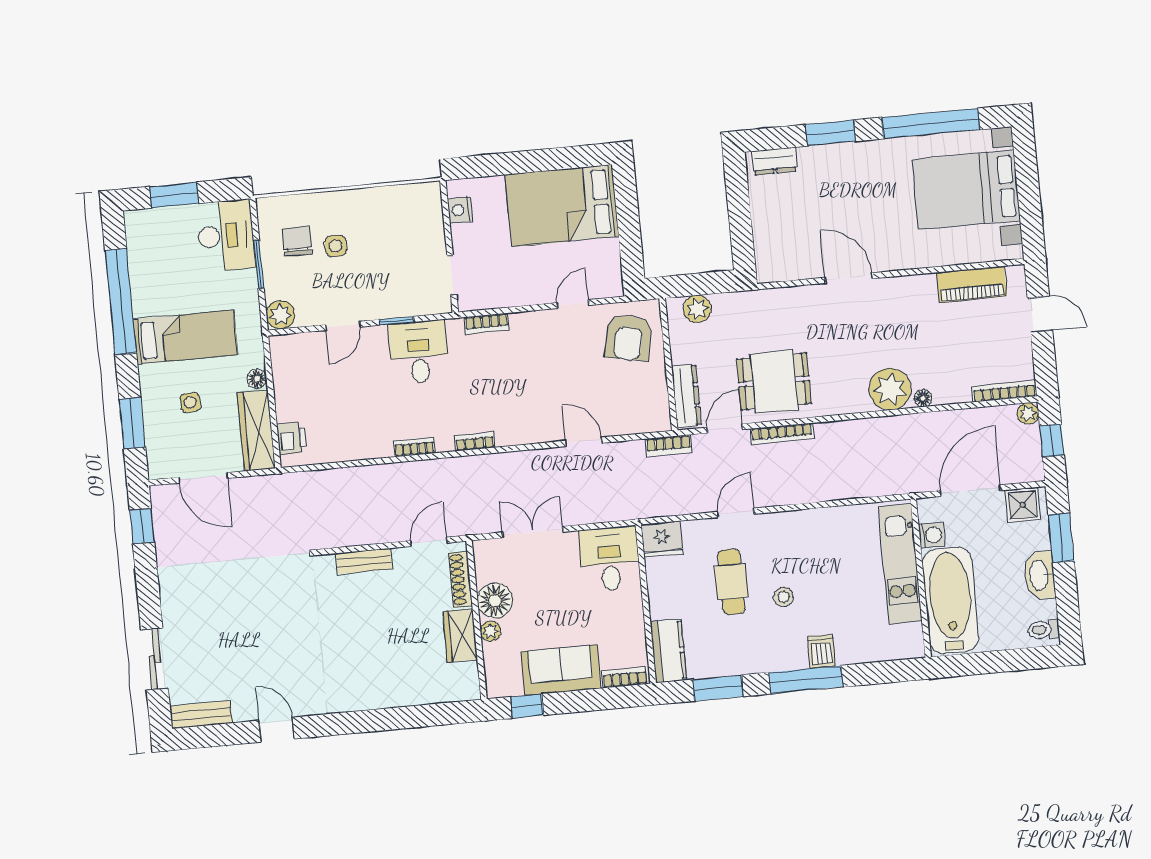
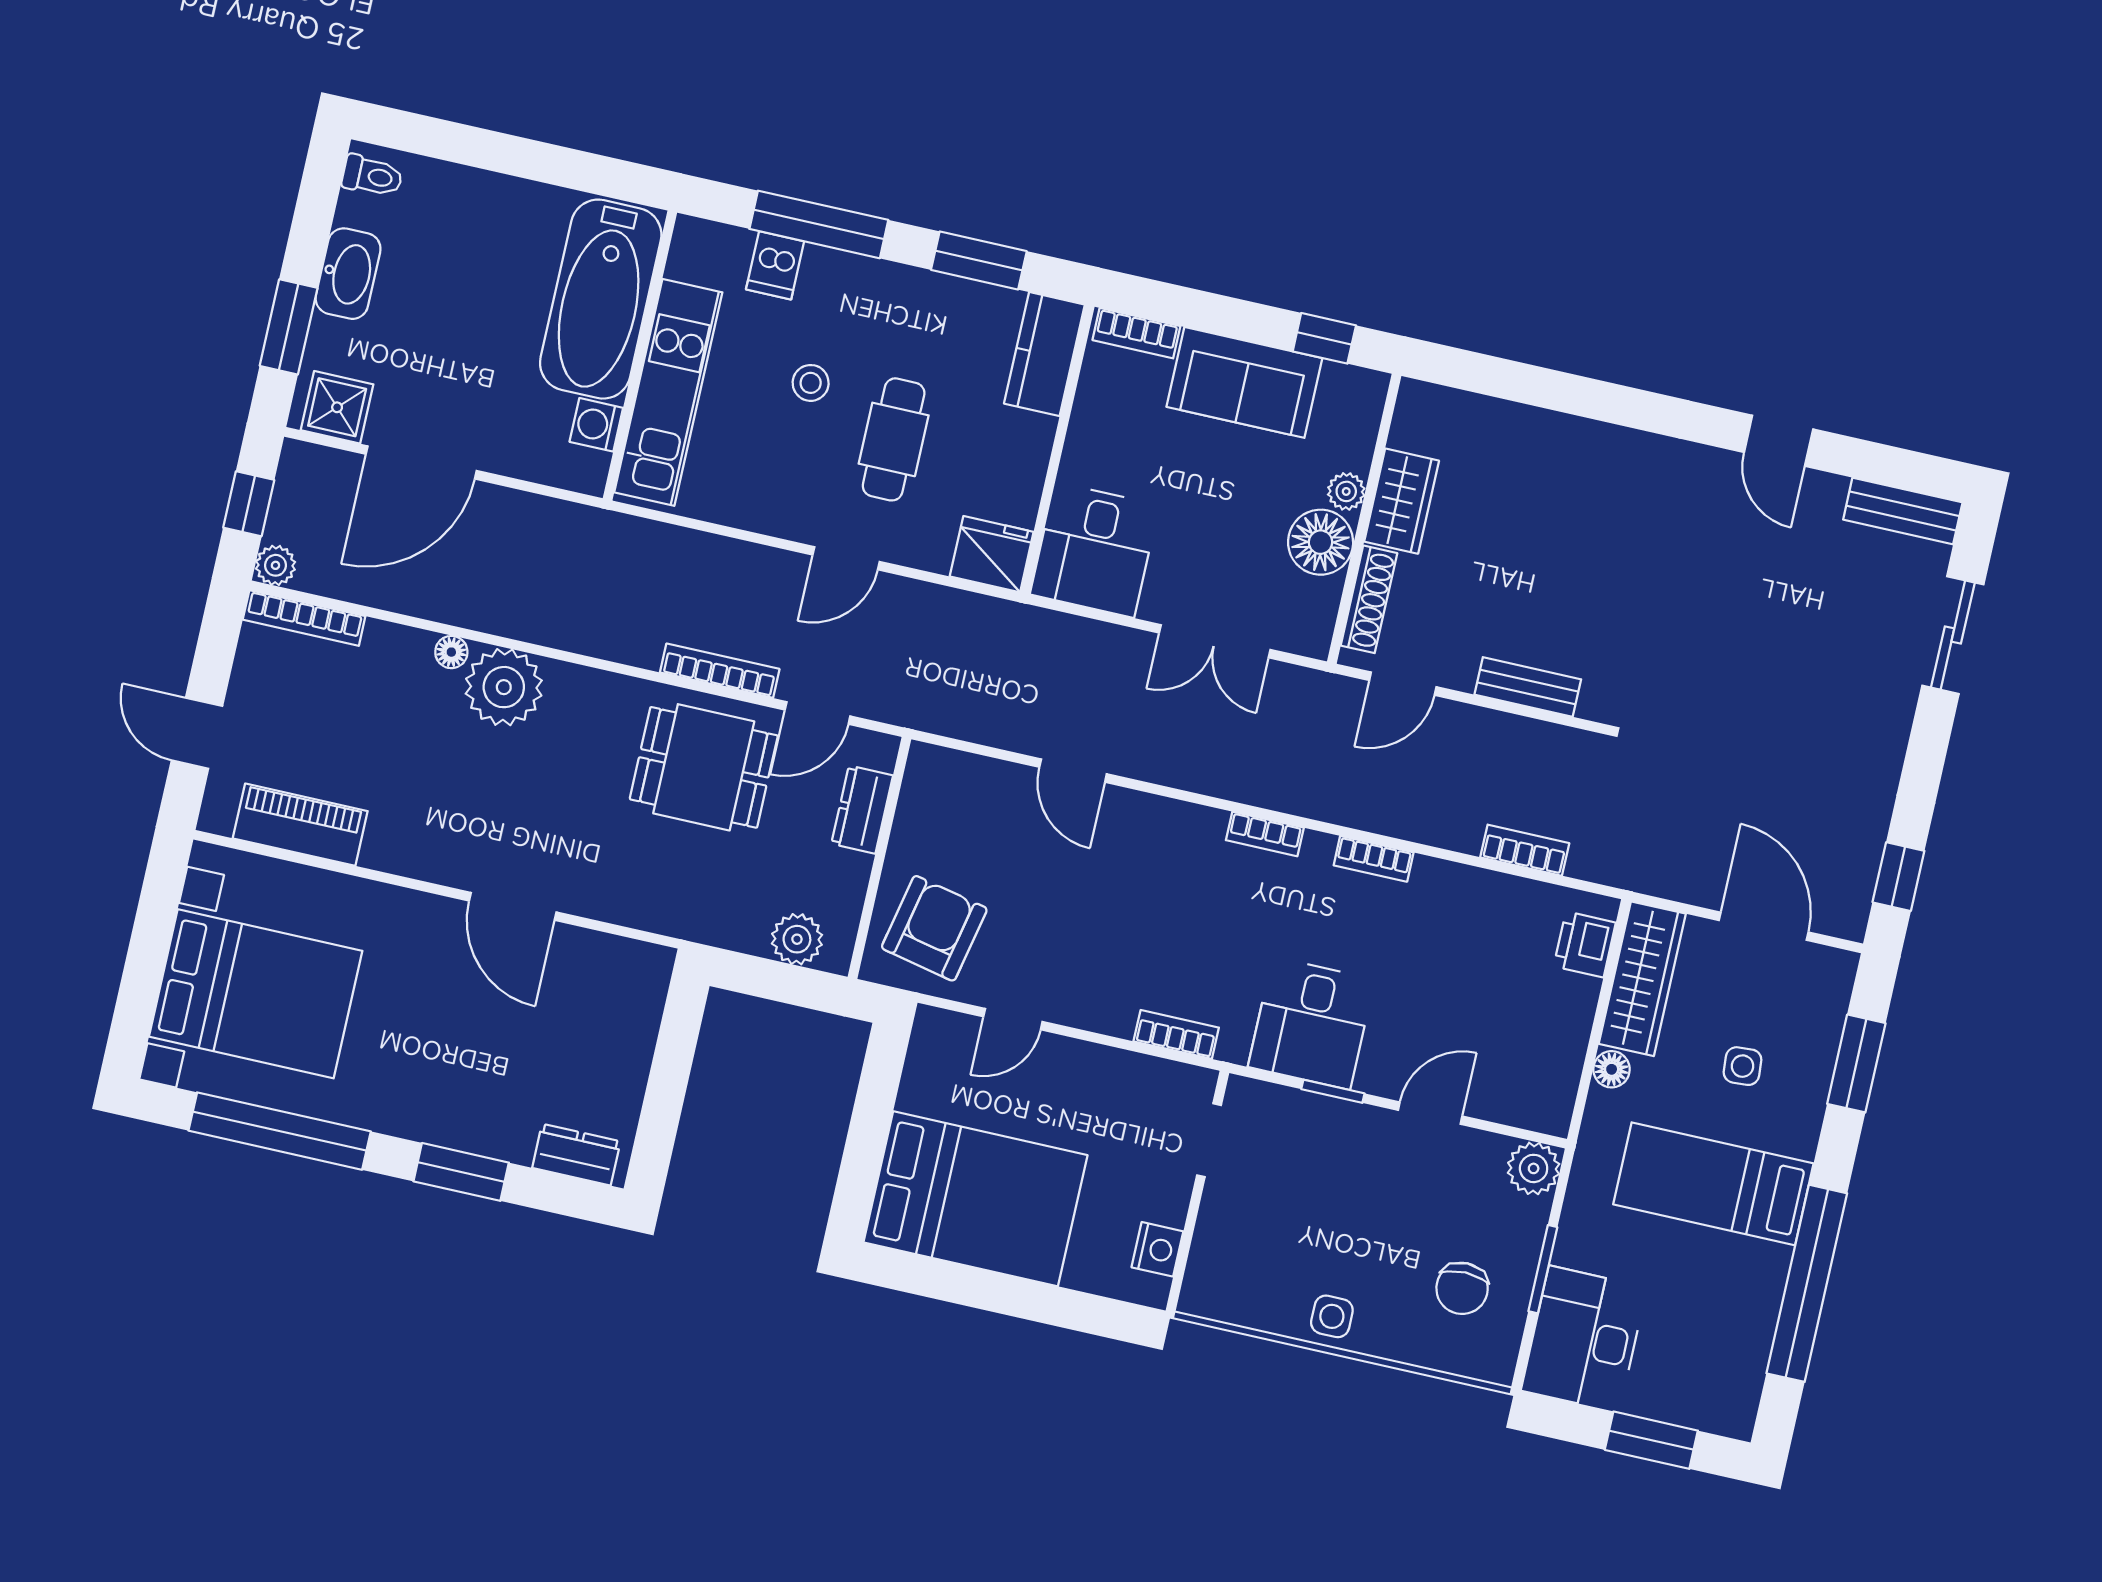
side table: (336, 246) -> (1332, 1316), moved
dresser: (686, 396) -> (862, 810), width x0.70
bookcase: (669, 446) -> (1525, 850), moved
washing machine: (932, 535) -> (596, 425), moved
kitchen unit: (900, 564) -> (668, 392), moved
wall: (921, 578) -> (640, 355), moved
bathtub: (950, 600) -> (601, 299), moved

